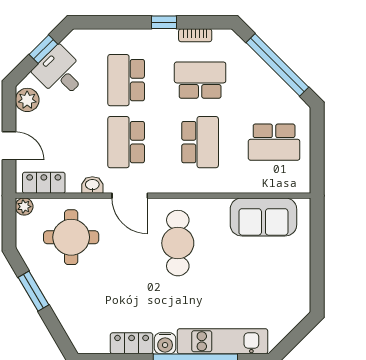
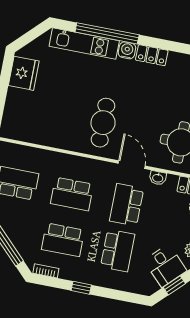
bookcase: (195, 35) -> (46, 271), moved
school desk: (126, 142) -> (127, 205), turned 180
school desk: (200, 142) -> (72, 194), turned -90
sofa: (263, 217) -> (36, 129), removed
fridge: (294, 287) -> (24, 73), added

